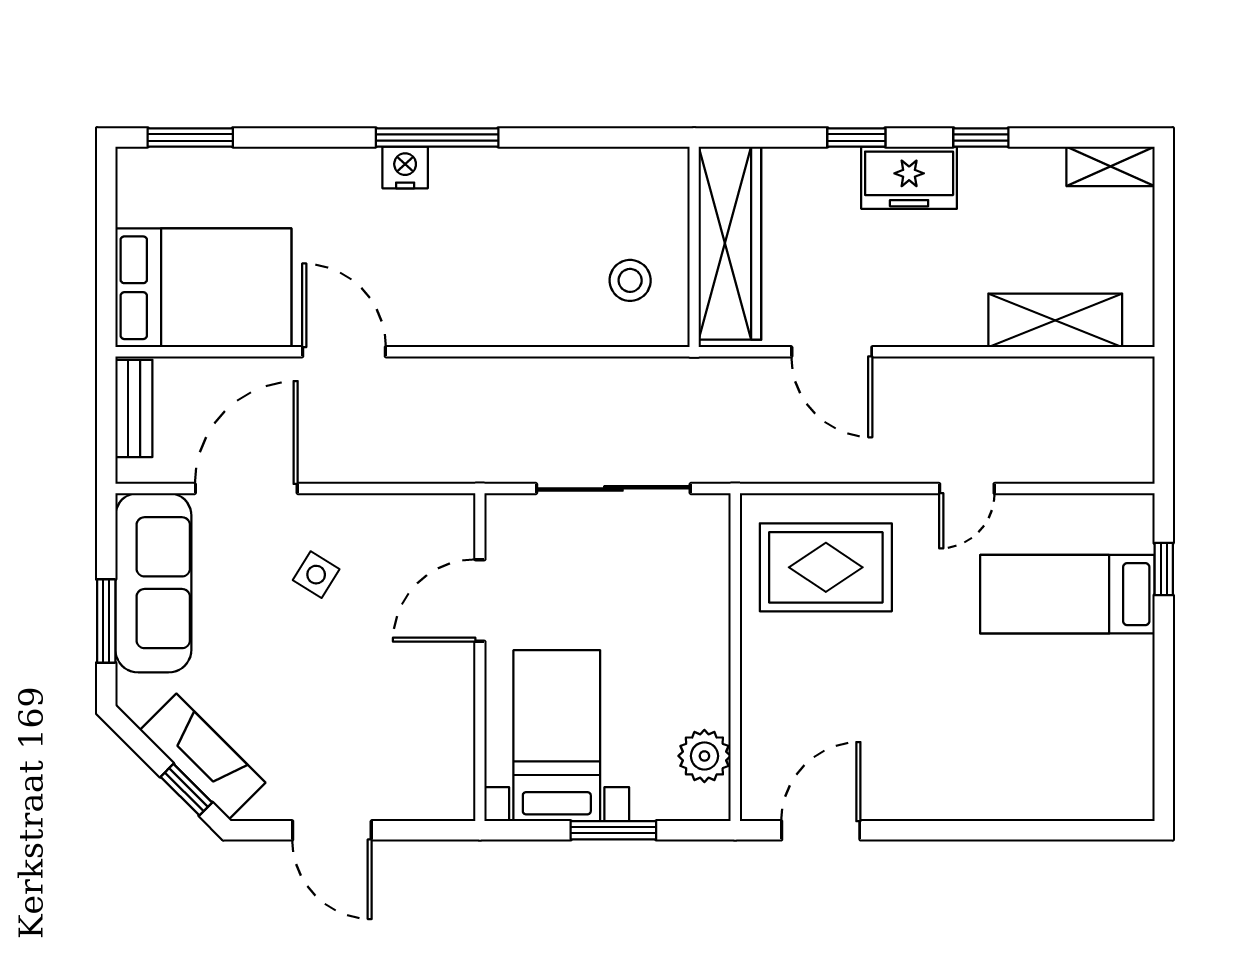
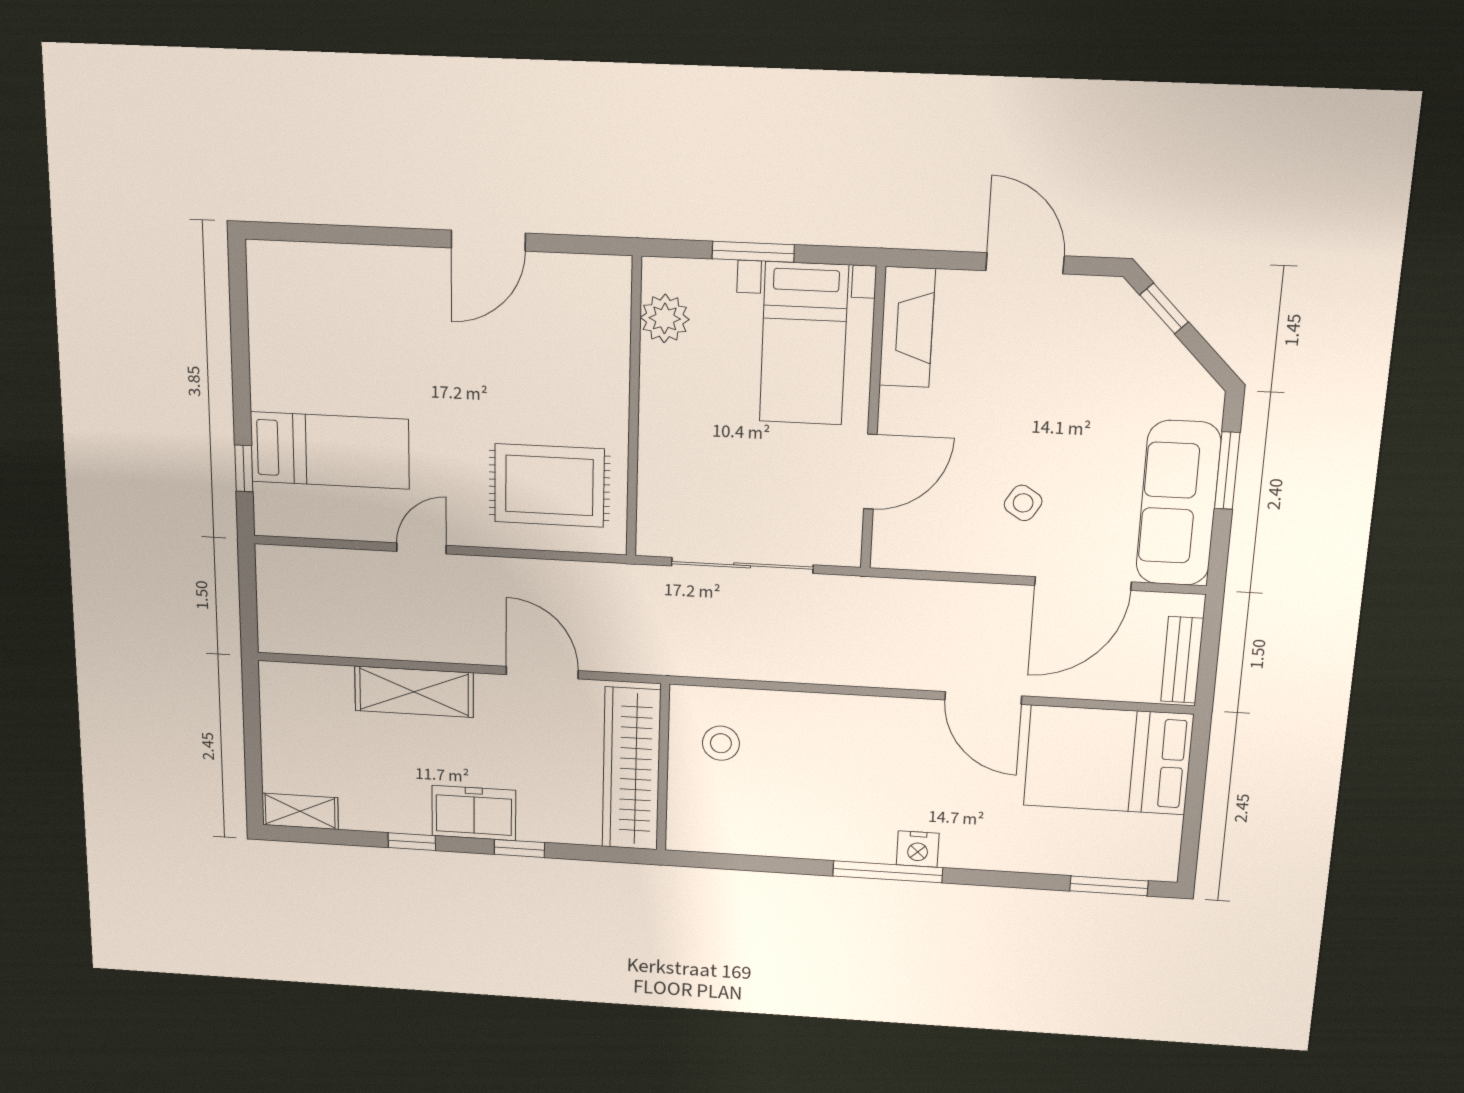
shelving: (1055, 320) -> (414, 692), moved
fireplace: (203, 756) -> (907, 327), moved, turned -135
door: (821, 830) -> (488, 241), moved

